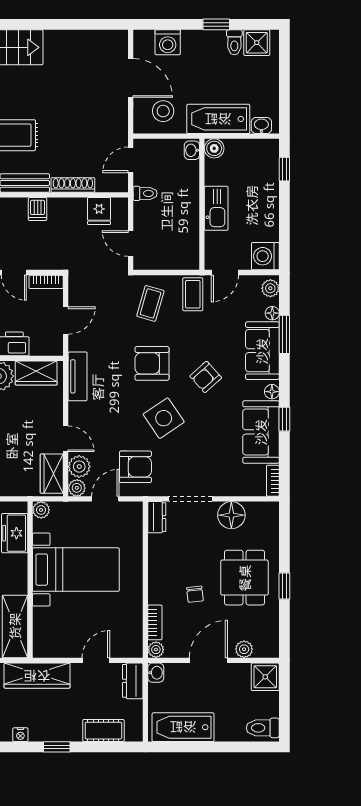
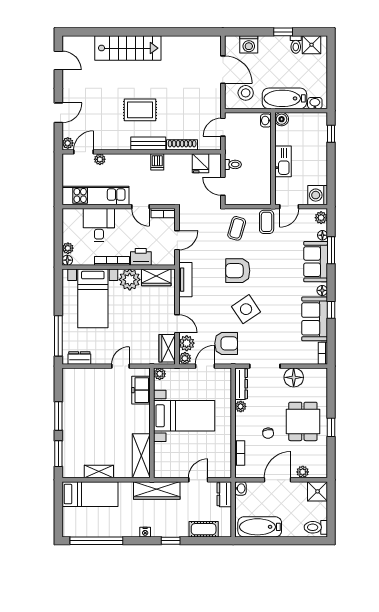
toilet: (145, 193) -> (233, 164), moved
armchair: (206, 377) -> (276, 280), removed
dresser: (157, 517) -> (241, 384), width x1.44
plant: (156, 650) -> (241, 406), moved

